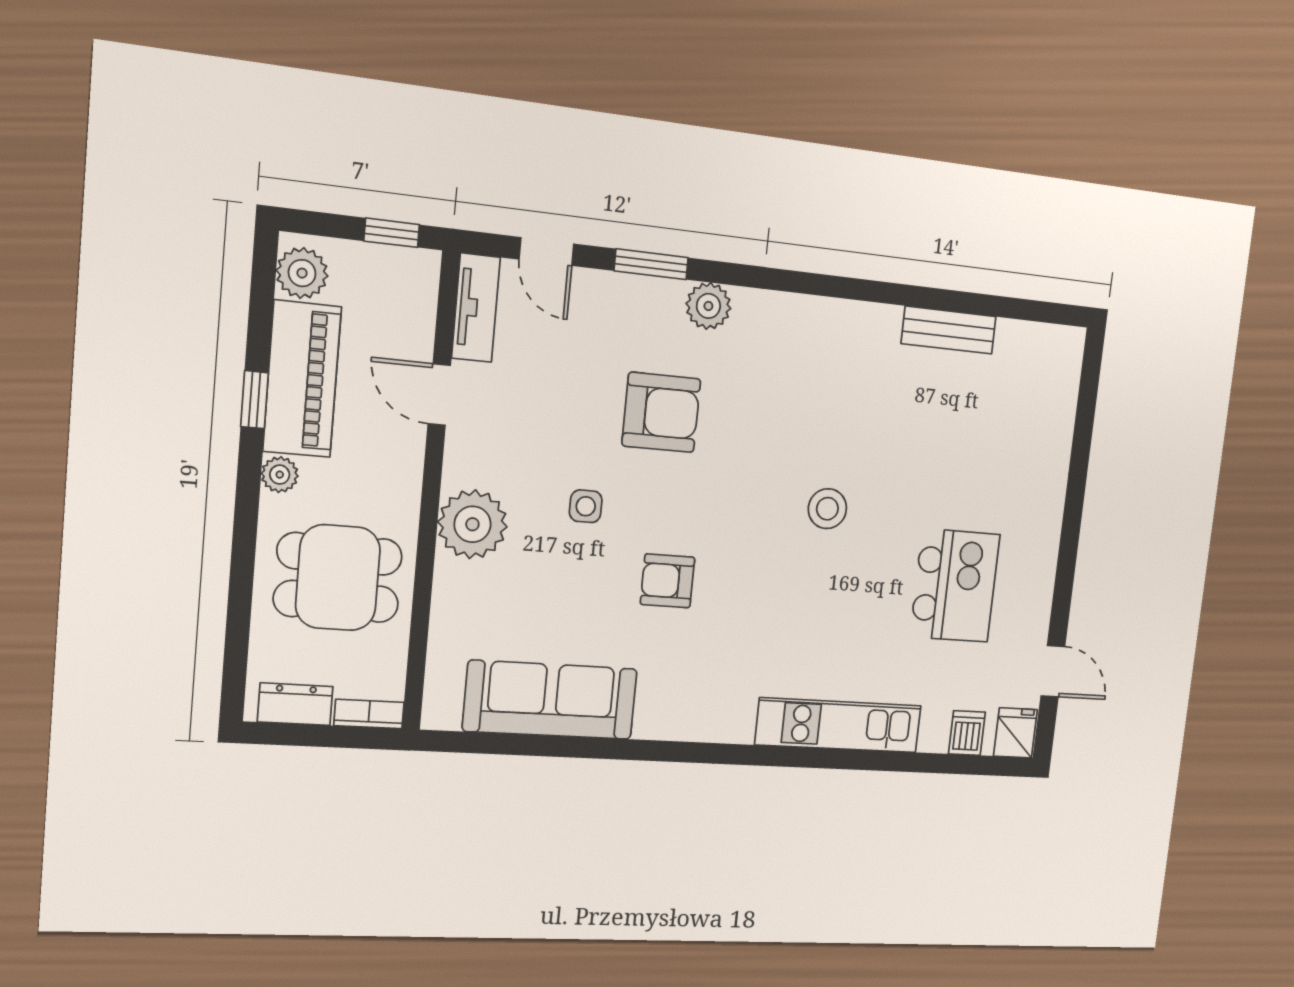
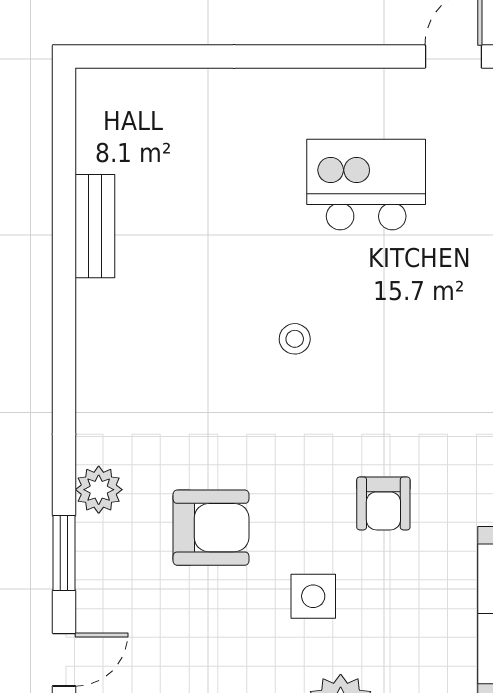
armchair: (661, 412) -> (211, 528), turned 90
side table: (586, 506) -> (313, 596), width x1.37, depth x1.37
stool: (827, 509) -> (295, 339), width x0.73, depth x0.73

